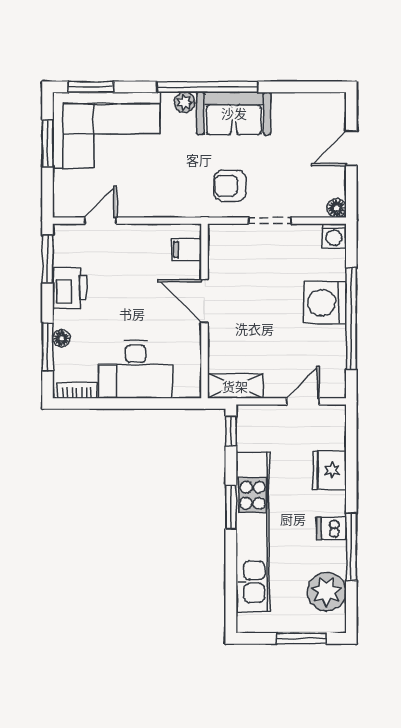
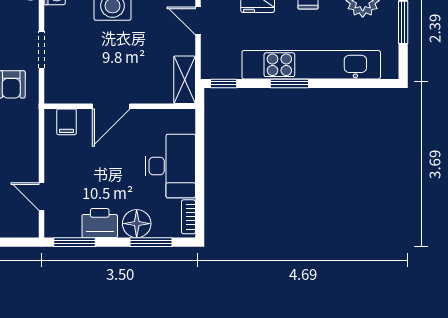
floor lamp: (61, 338) -> (137, 224), width x1.89, depth x1.89

